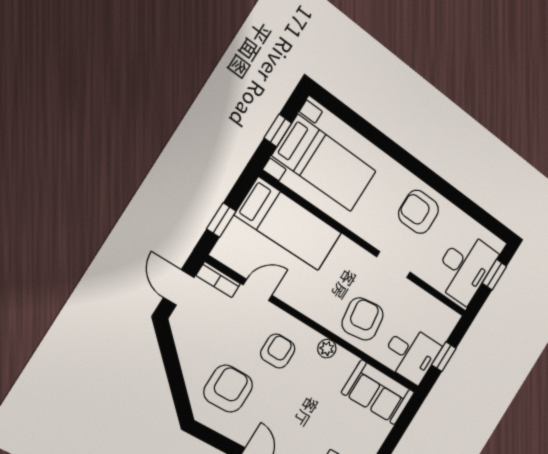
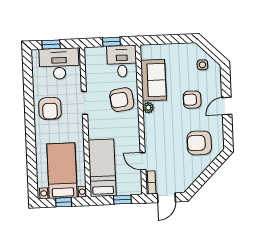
armchair: (278, 351) -> (192, 100), moved
sofa: (378, 392) -> (153, 80), moved

